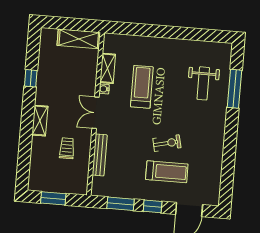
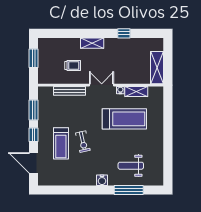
treadmill: (142, 87) -> (124, 119), width x1.37, depth x1.38
water cooler: (219, 122) -> (102, 180), added

